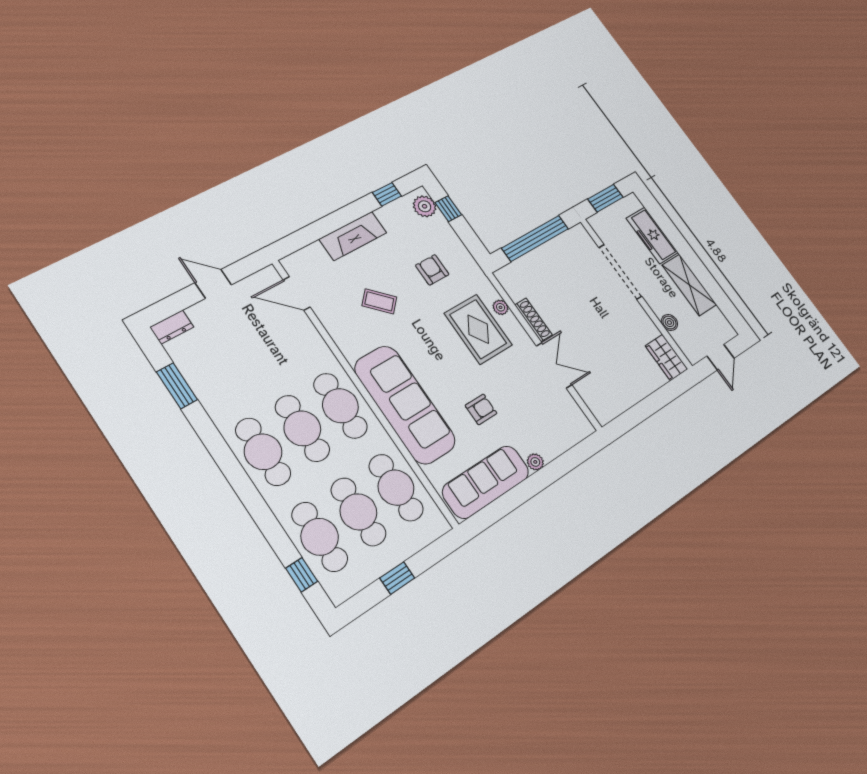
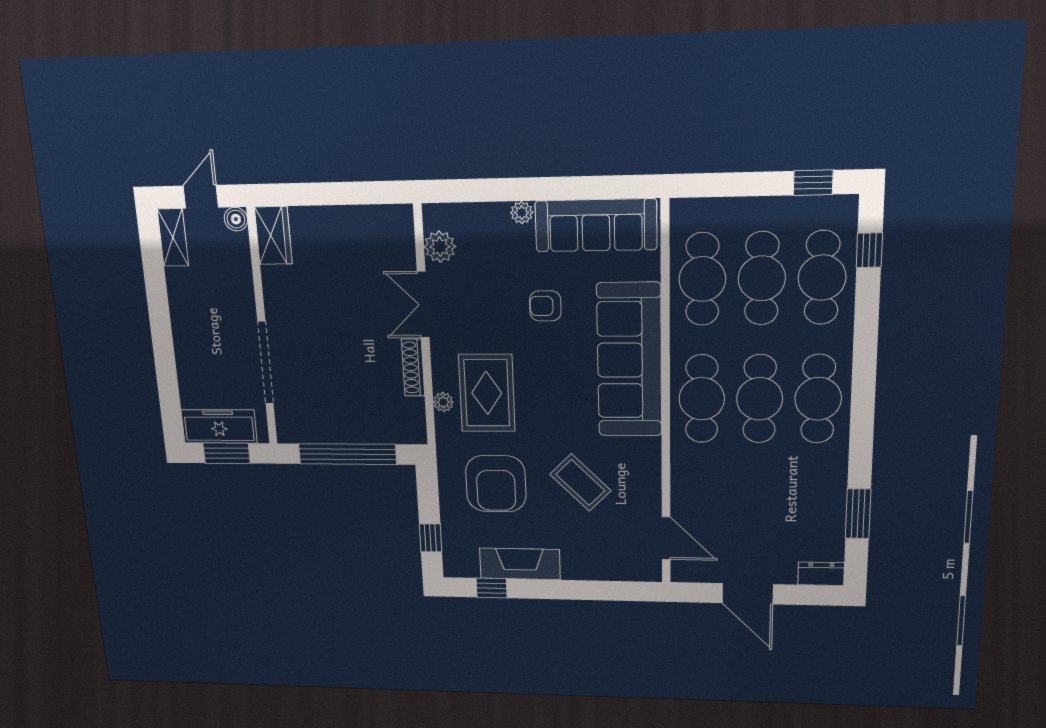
plant: (425, 206) -> (440, 247), moved
freezer: (652, 235) -> (219, 426), moved, turned -90
fireplace: (353, 236) -> (520, 564), moved
armchair: (432, 270) -> (496, 484), width x1.88, depth x1.88
door: (213, 284) -> (748, 594), width x1.38
shelving: (689, 285) -> (173, 237), moved, width x0.67, depth x0.75
coffee table: (379, 301) -> (580, 482), width x1.36, depth x1.30
boiler: (669, 323) -> (236, 219), moved
window: (397, 578) -> (813, 183), moved

